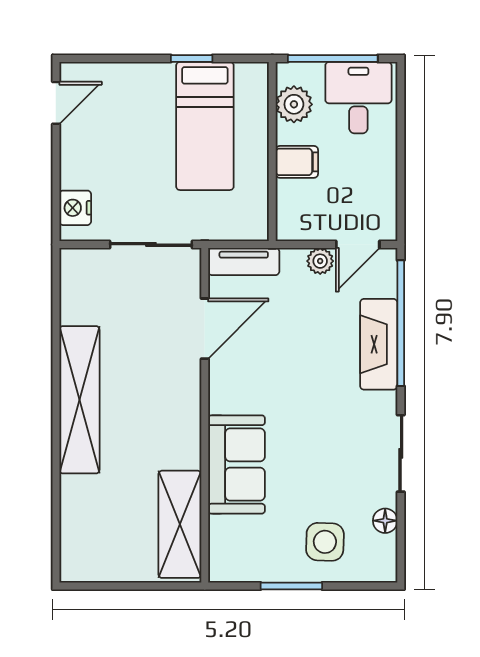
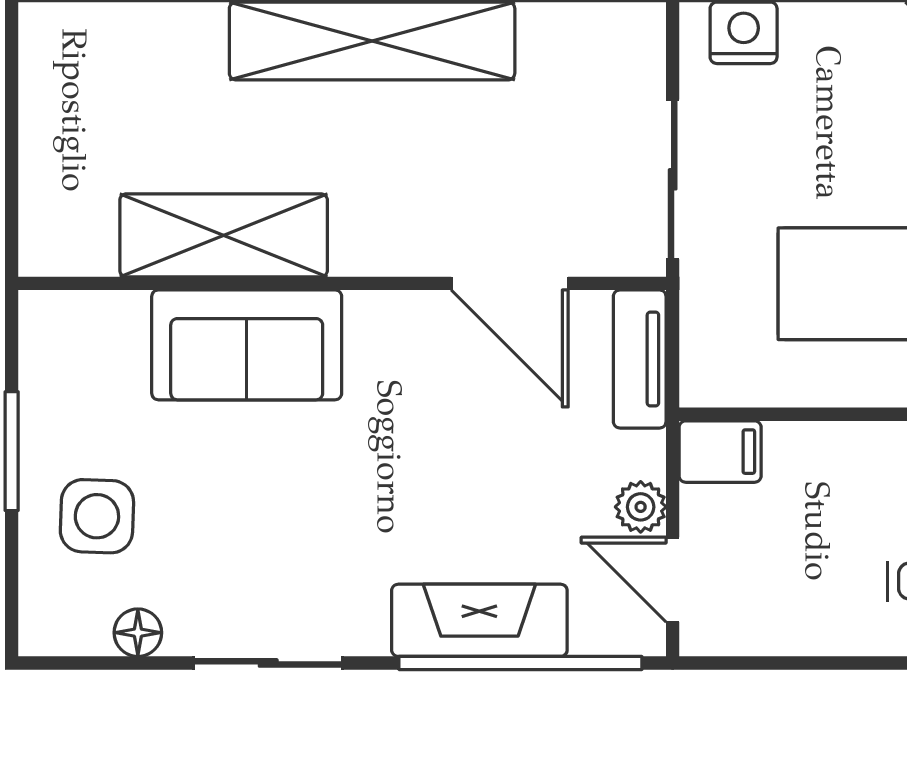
filing cabinet: (297, 162) -> (720, 452), moved, turned -90
shelving: (180, 524) -> (224, 235), moved

